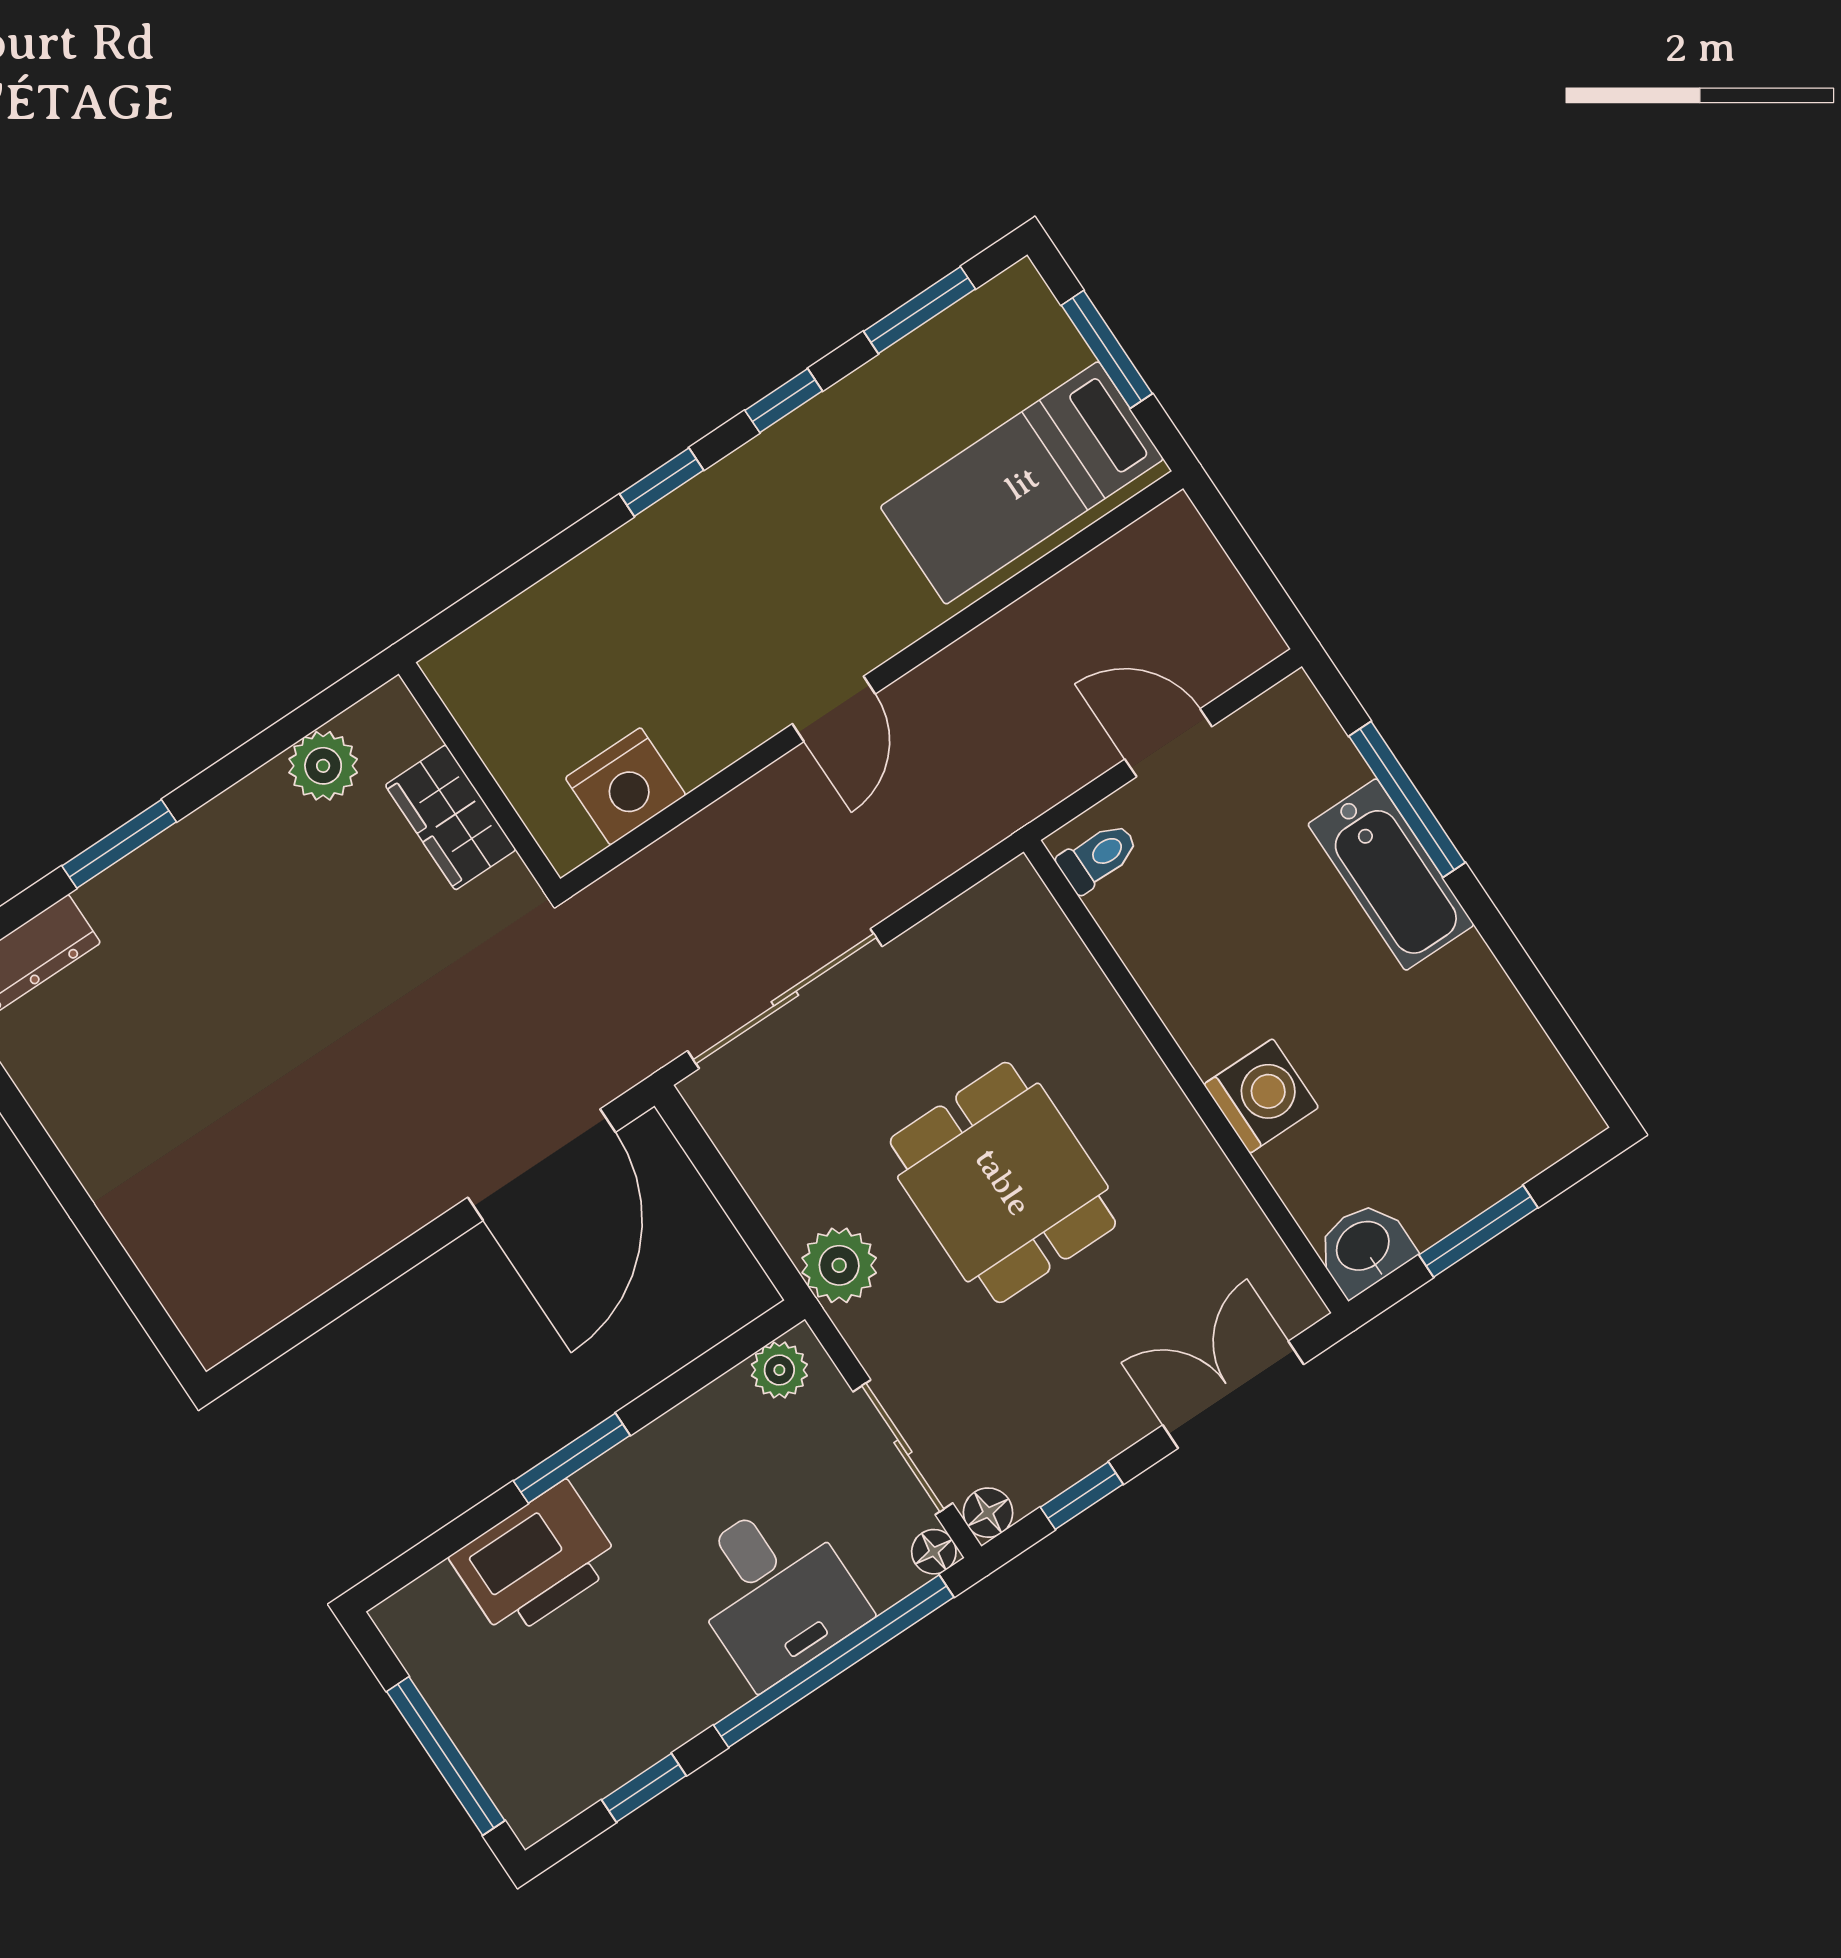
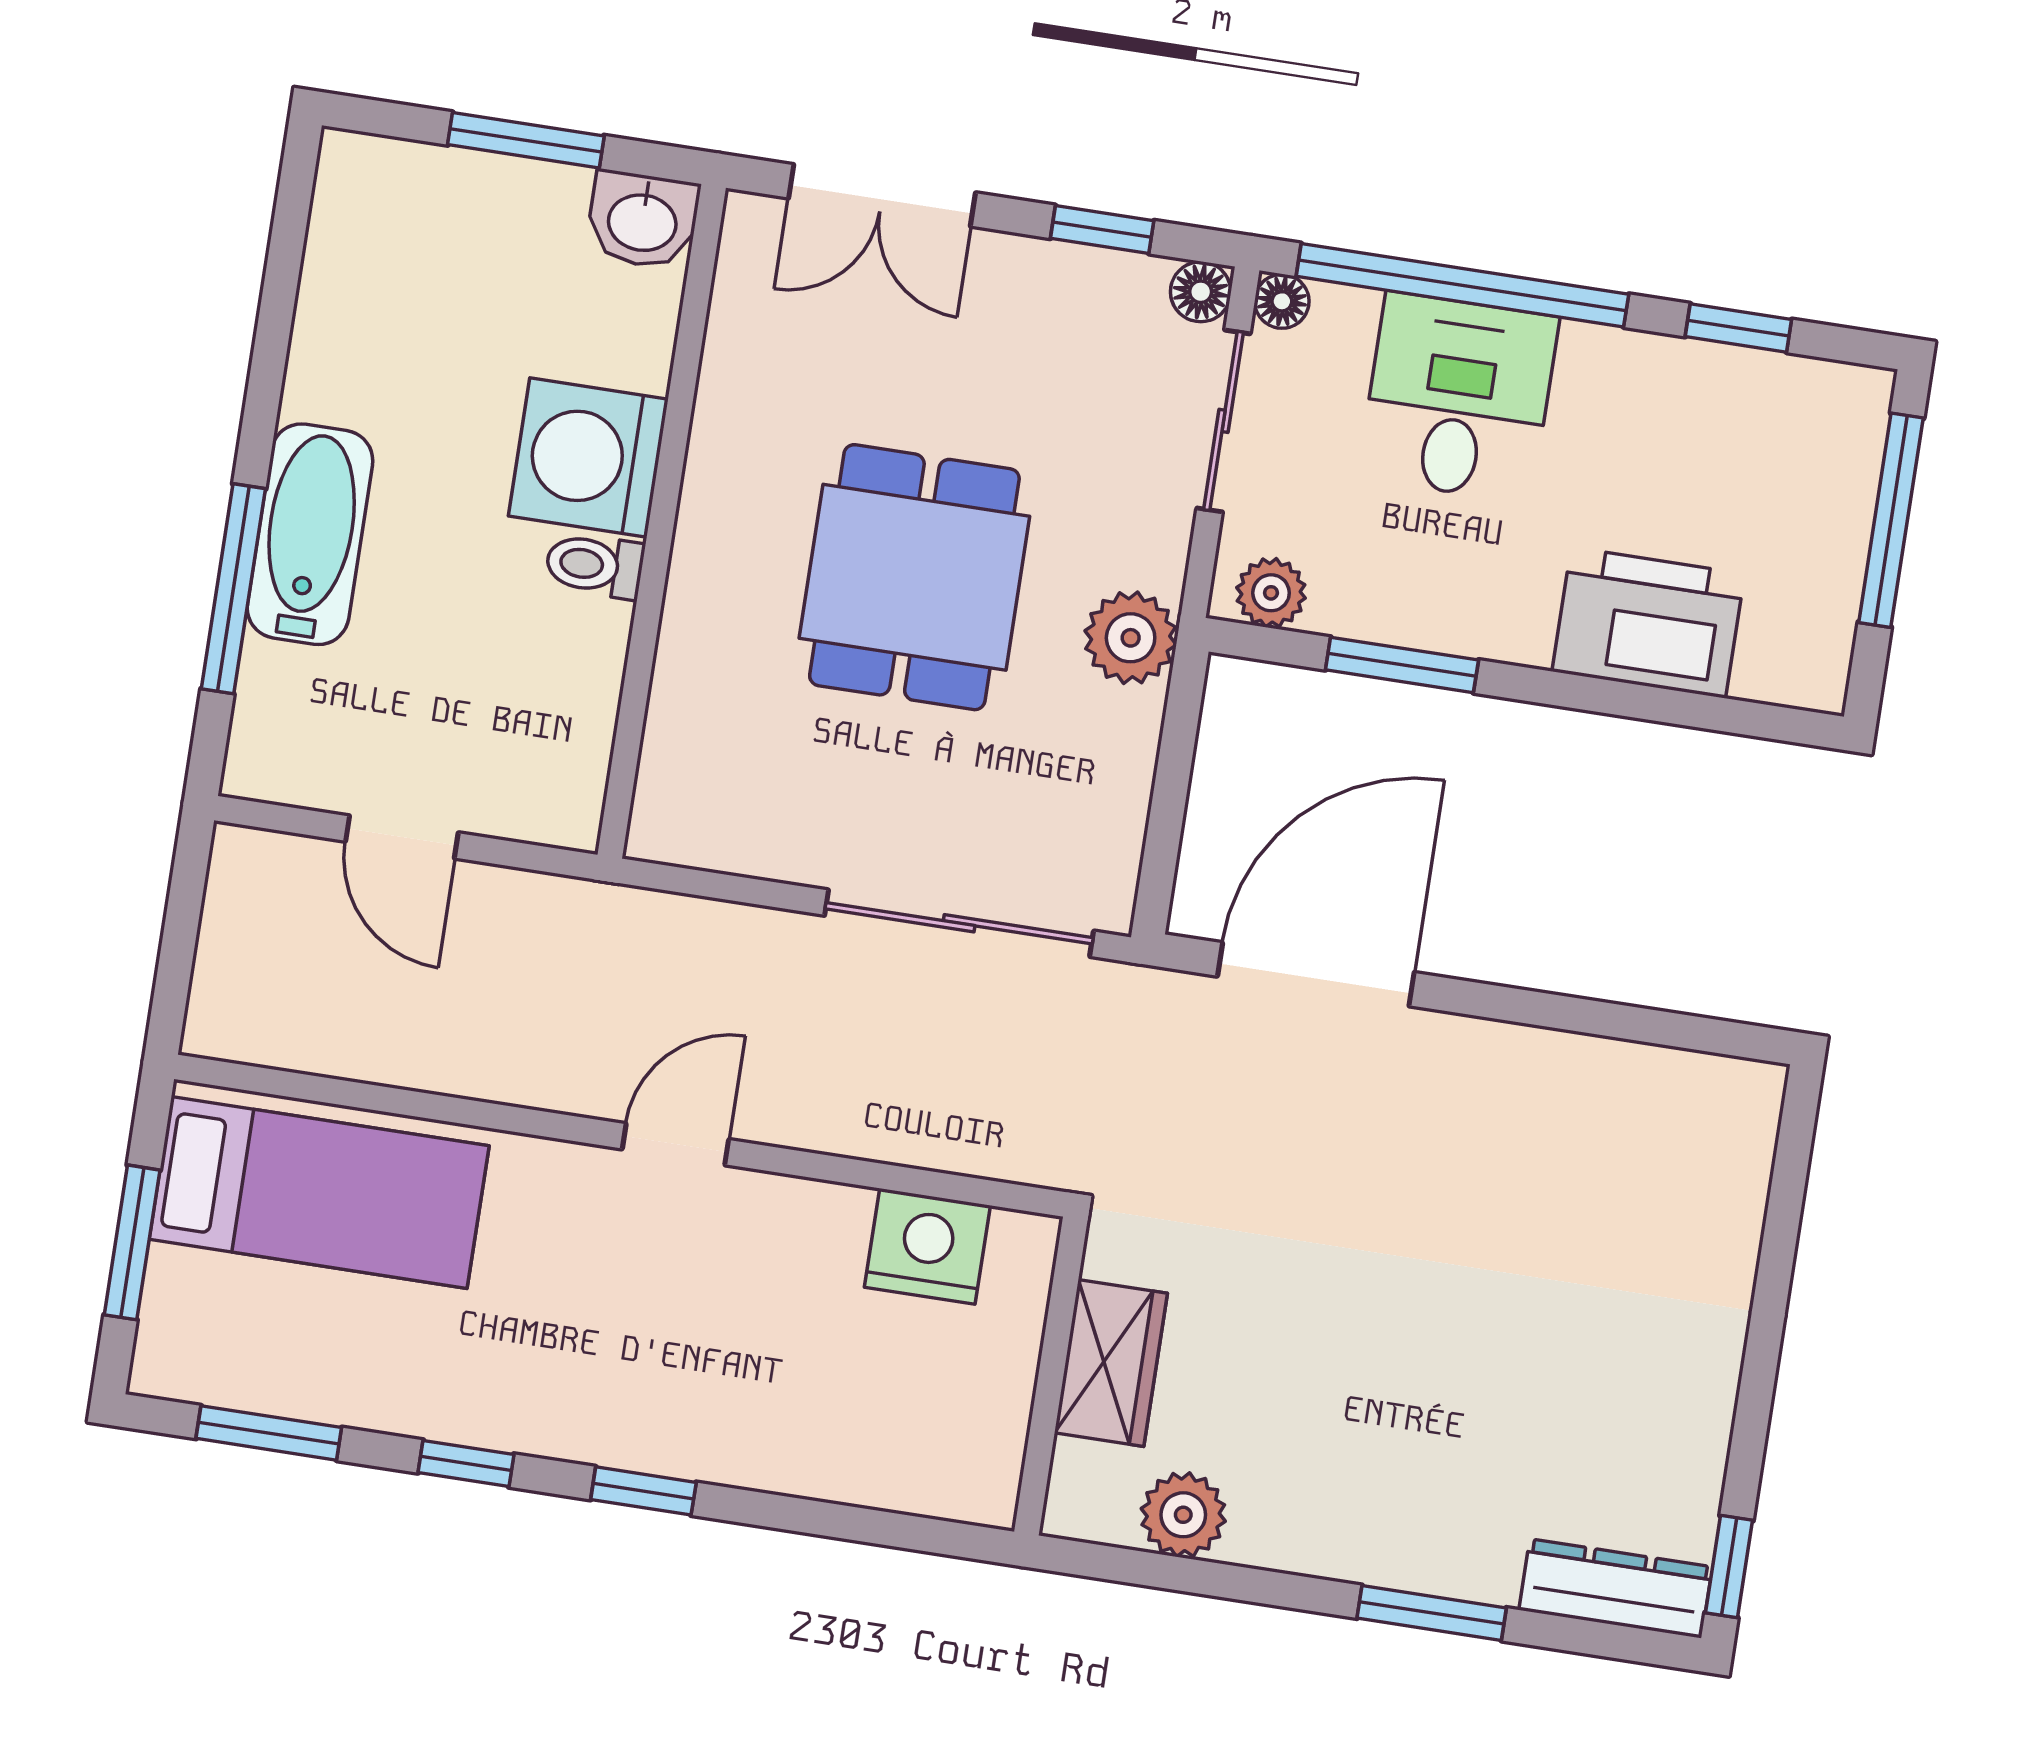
toilet: (1098, 857) -> (595, 565), moved
washing machine: (1261, 1096) -> (588, 458), width x1.37, depth x1.37
window: (572, 1458) -> (1402, 665), moved

